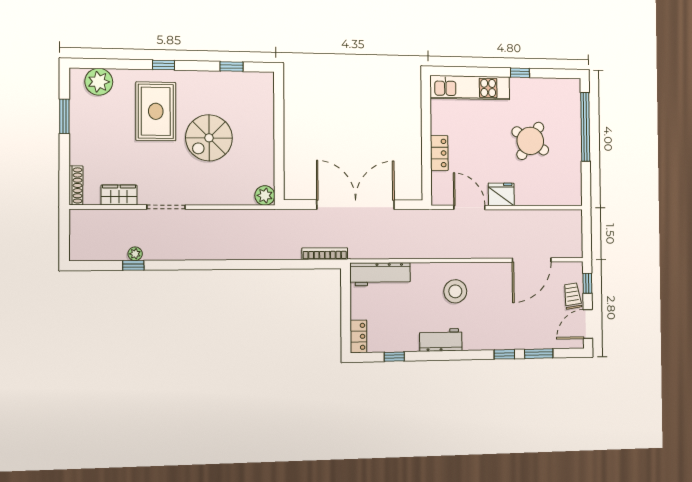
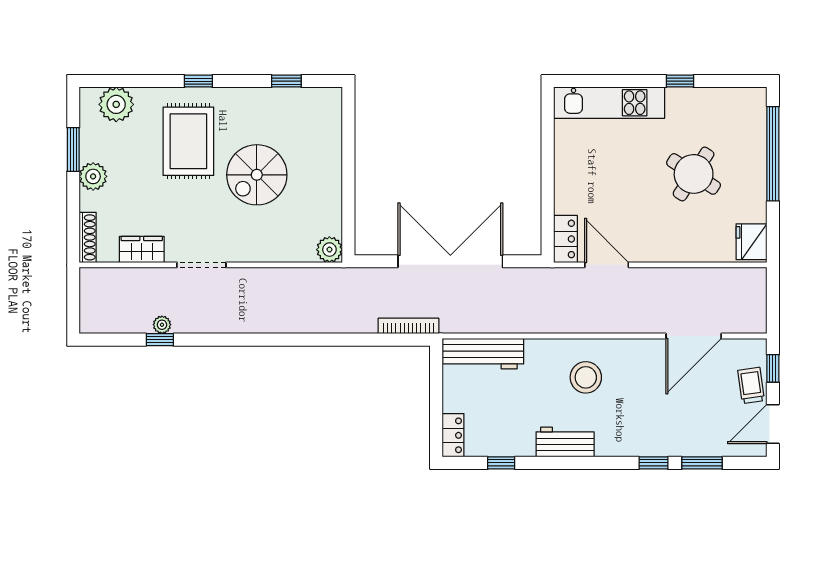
plant: (80, 138) -> (93, 176), added
locker: (439, 153) -> (565, 239), moved
fridge: (501, 194) -> (752, 242), moved, turned -90

